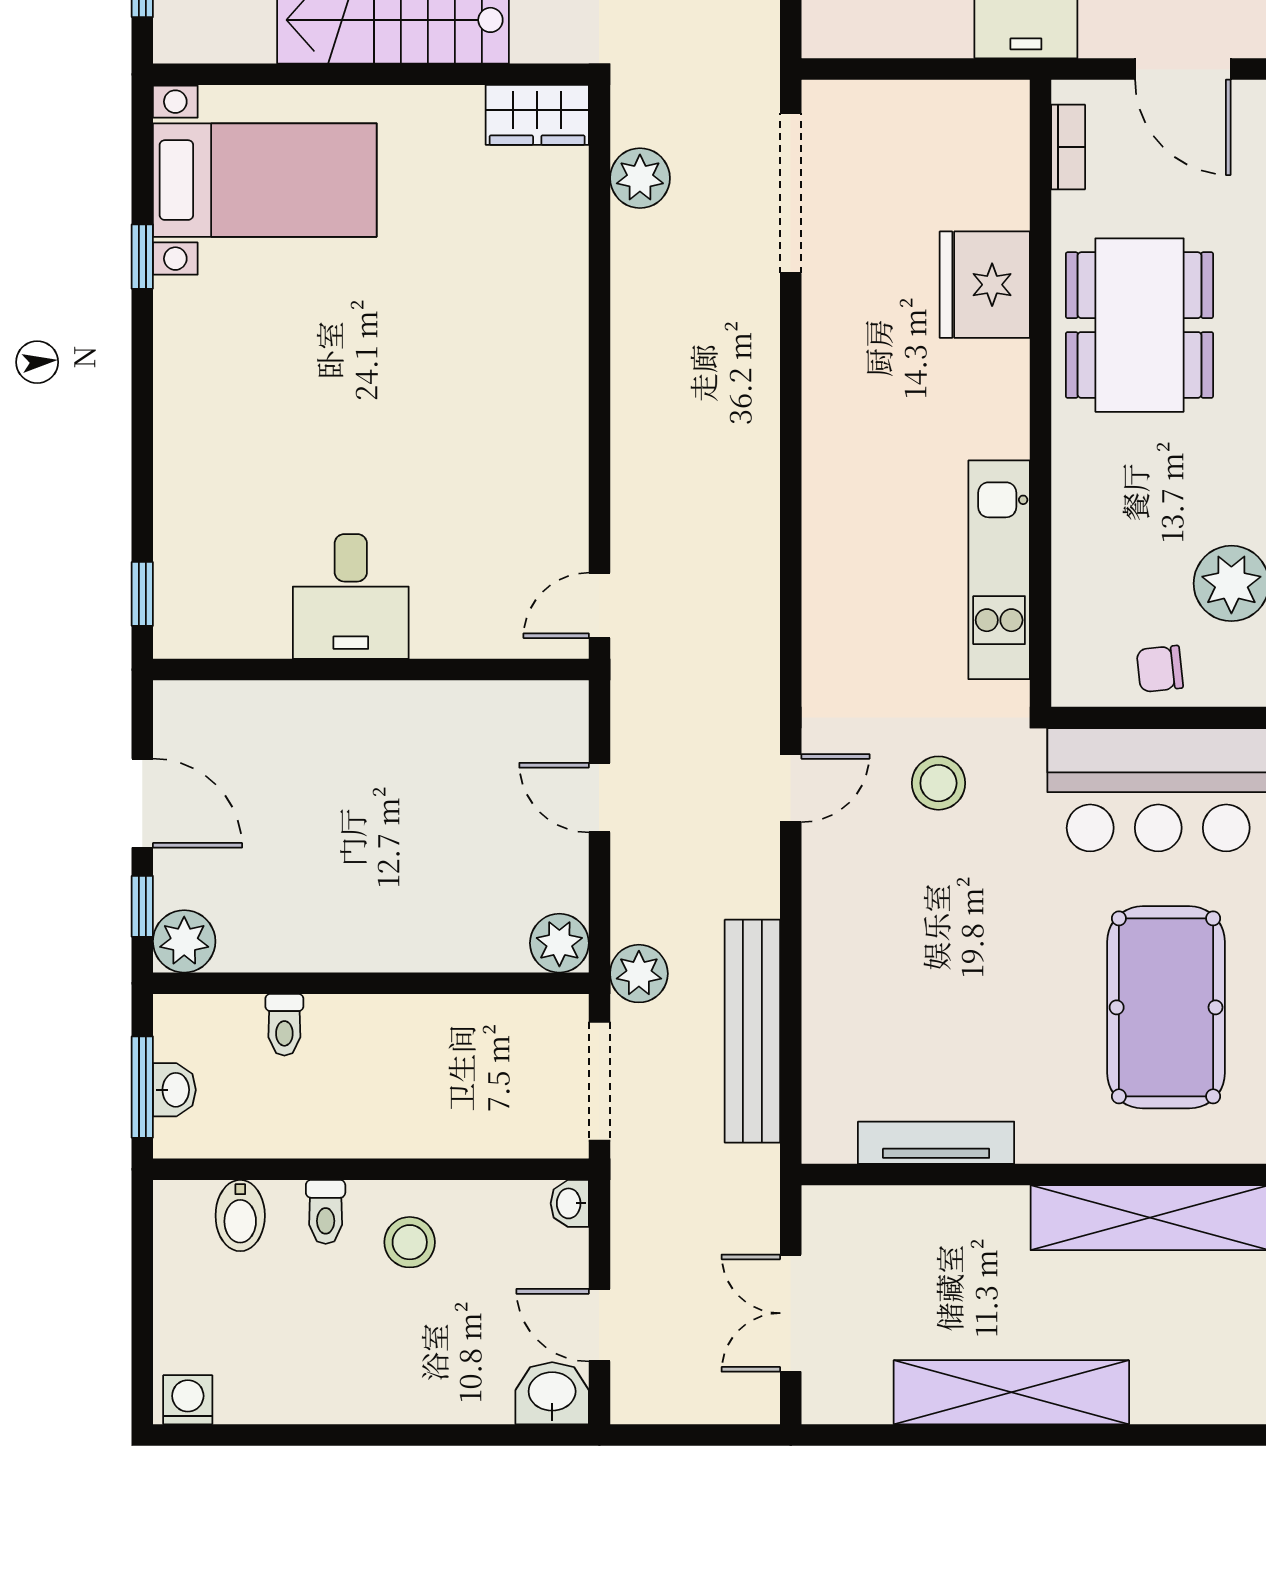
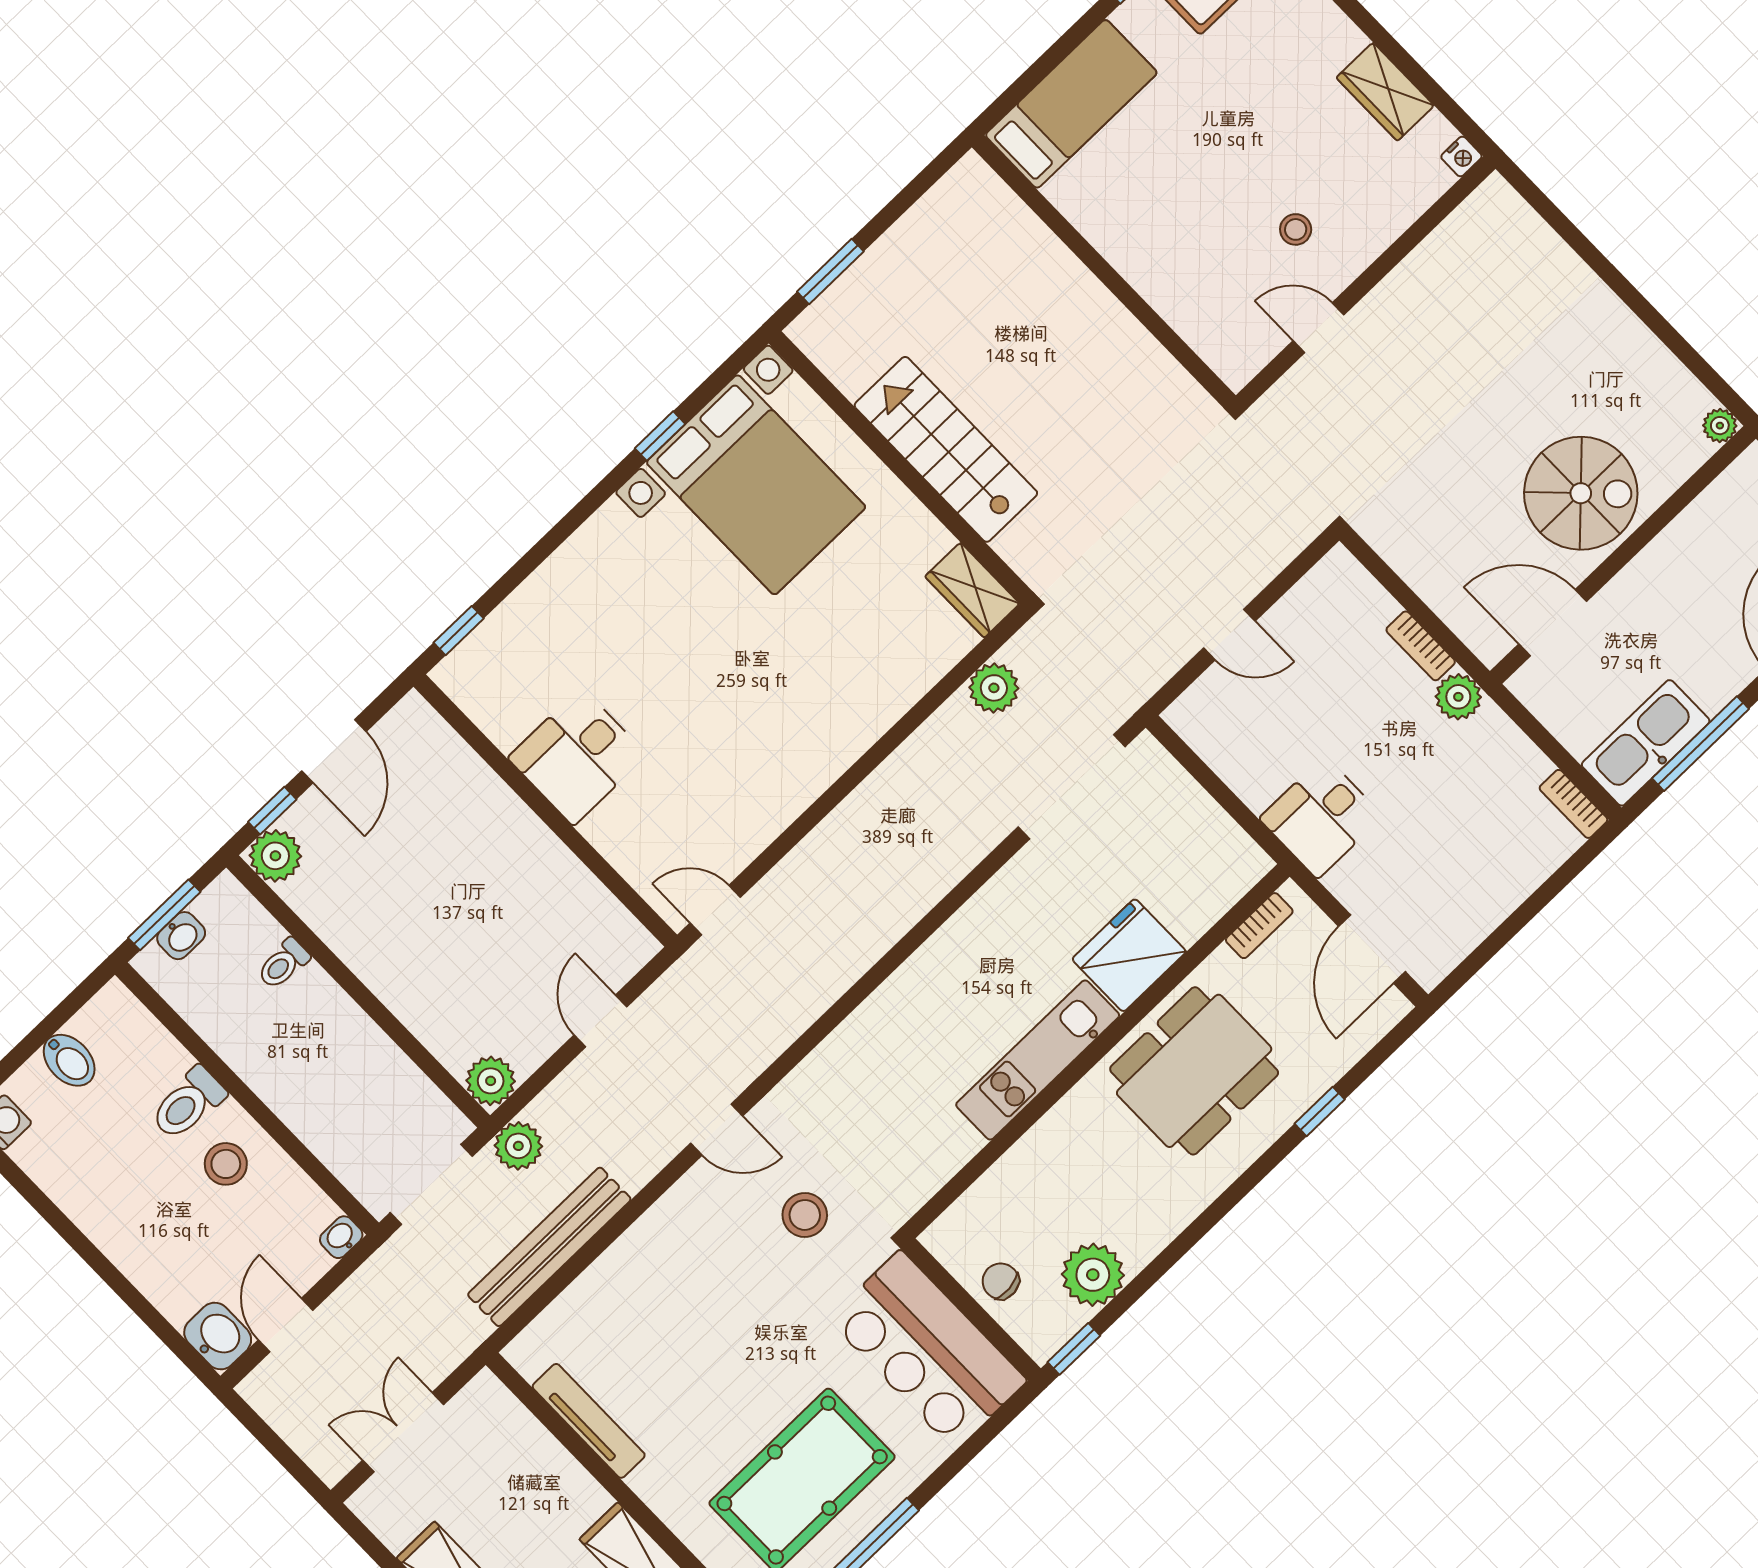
bed with nightstands: (265, 180) -> (756, 485), width x1.36
kitchen unit: (999, 570) -> (1038, 1060), moved
toilet: (326, 1212) -> (188, 1103), width x1.37, depth x1.39
bidet: (240, 1216) -> (69, 1060), moved, turned -90

